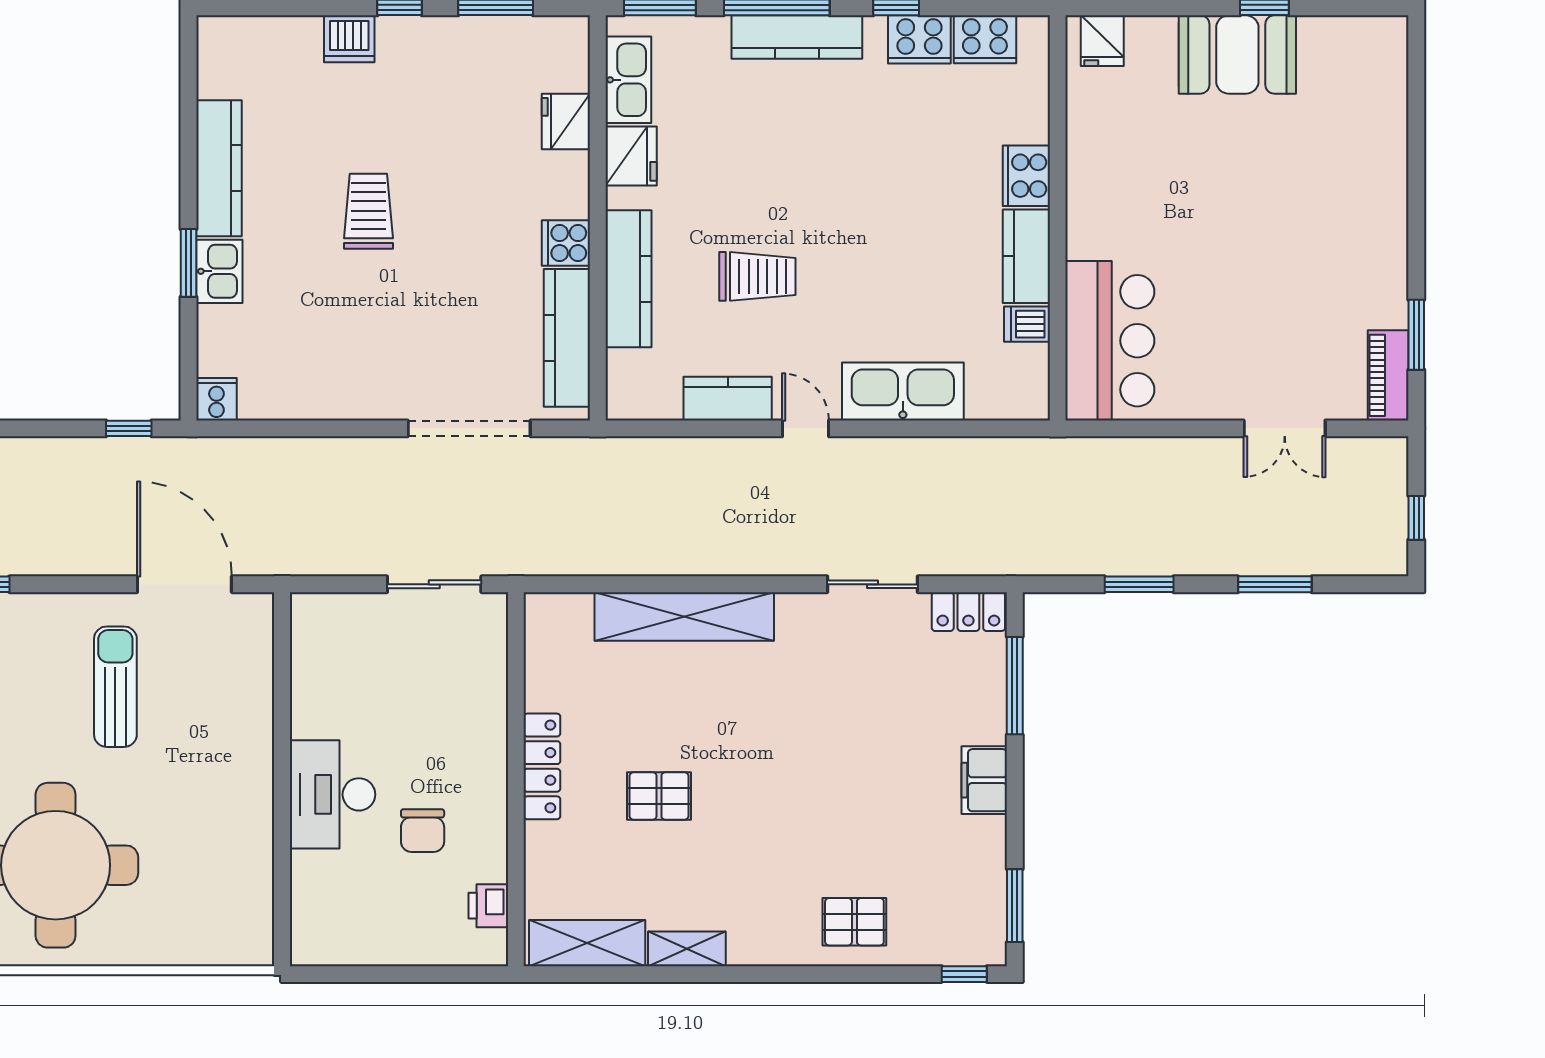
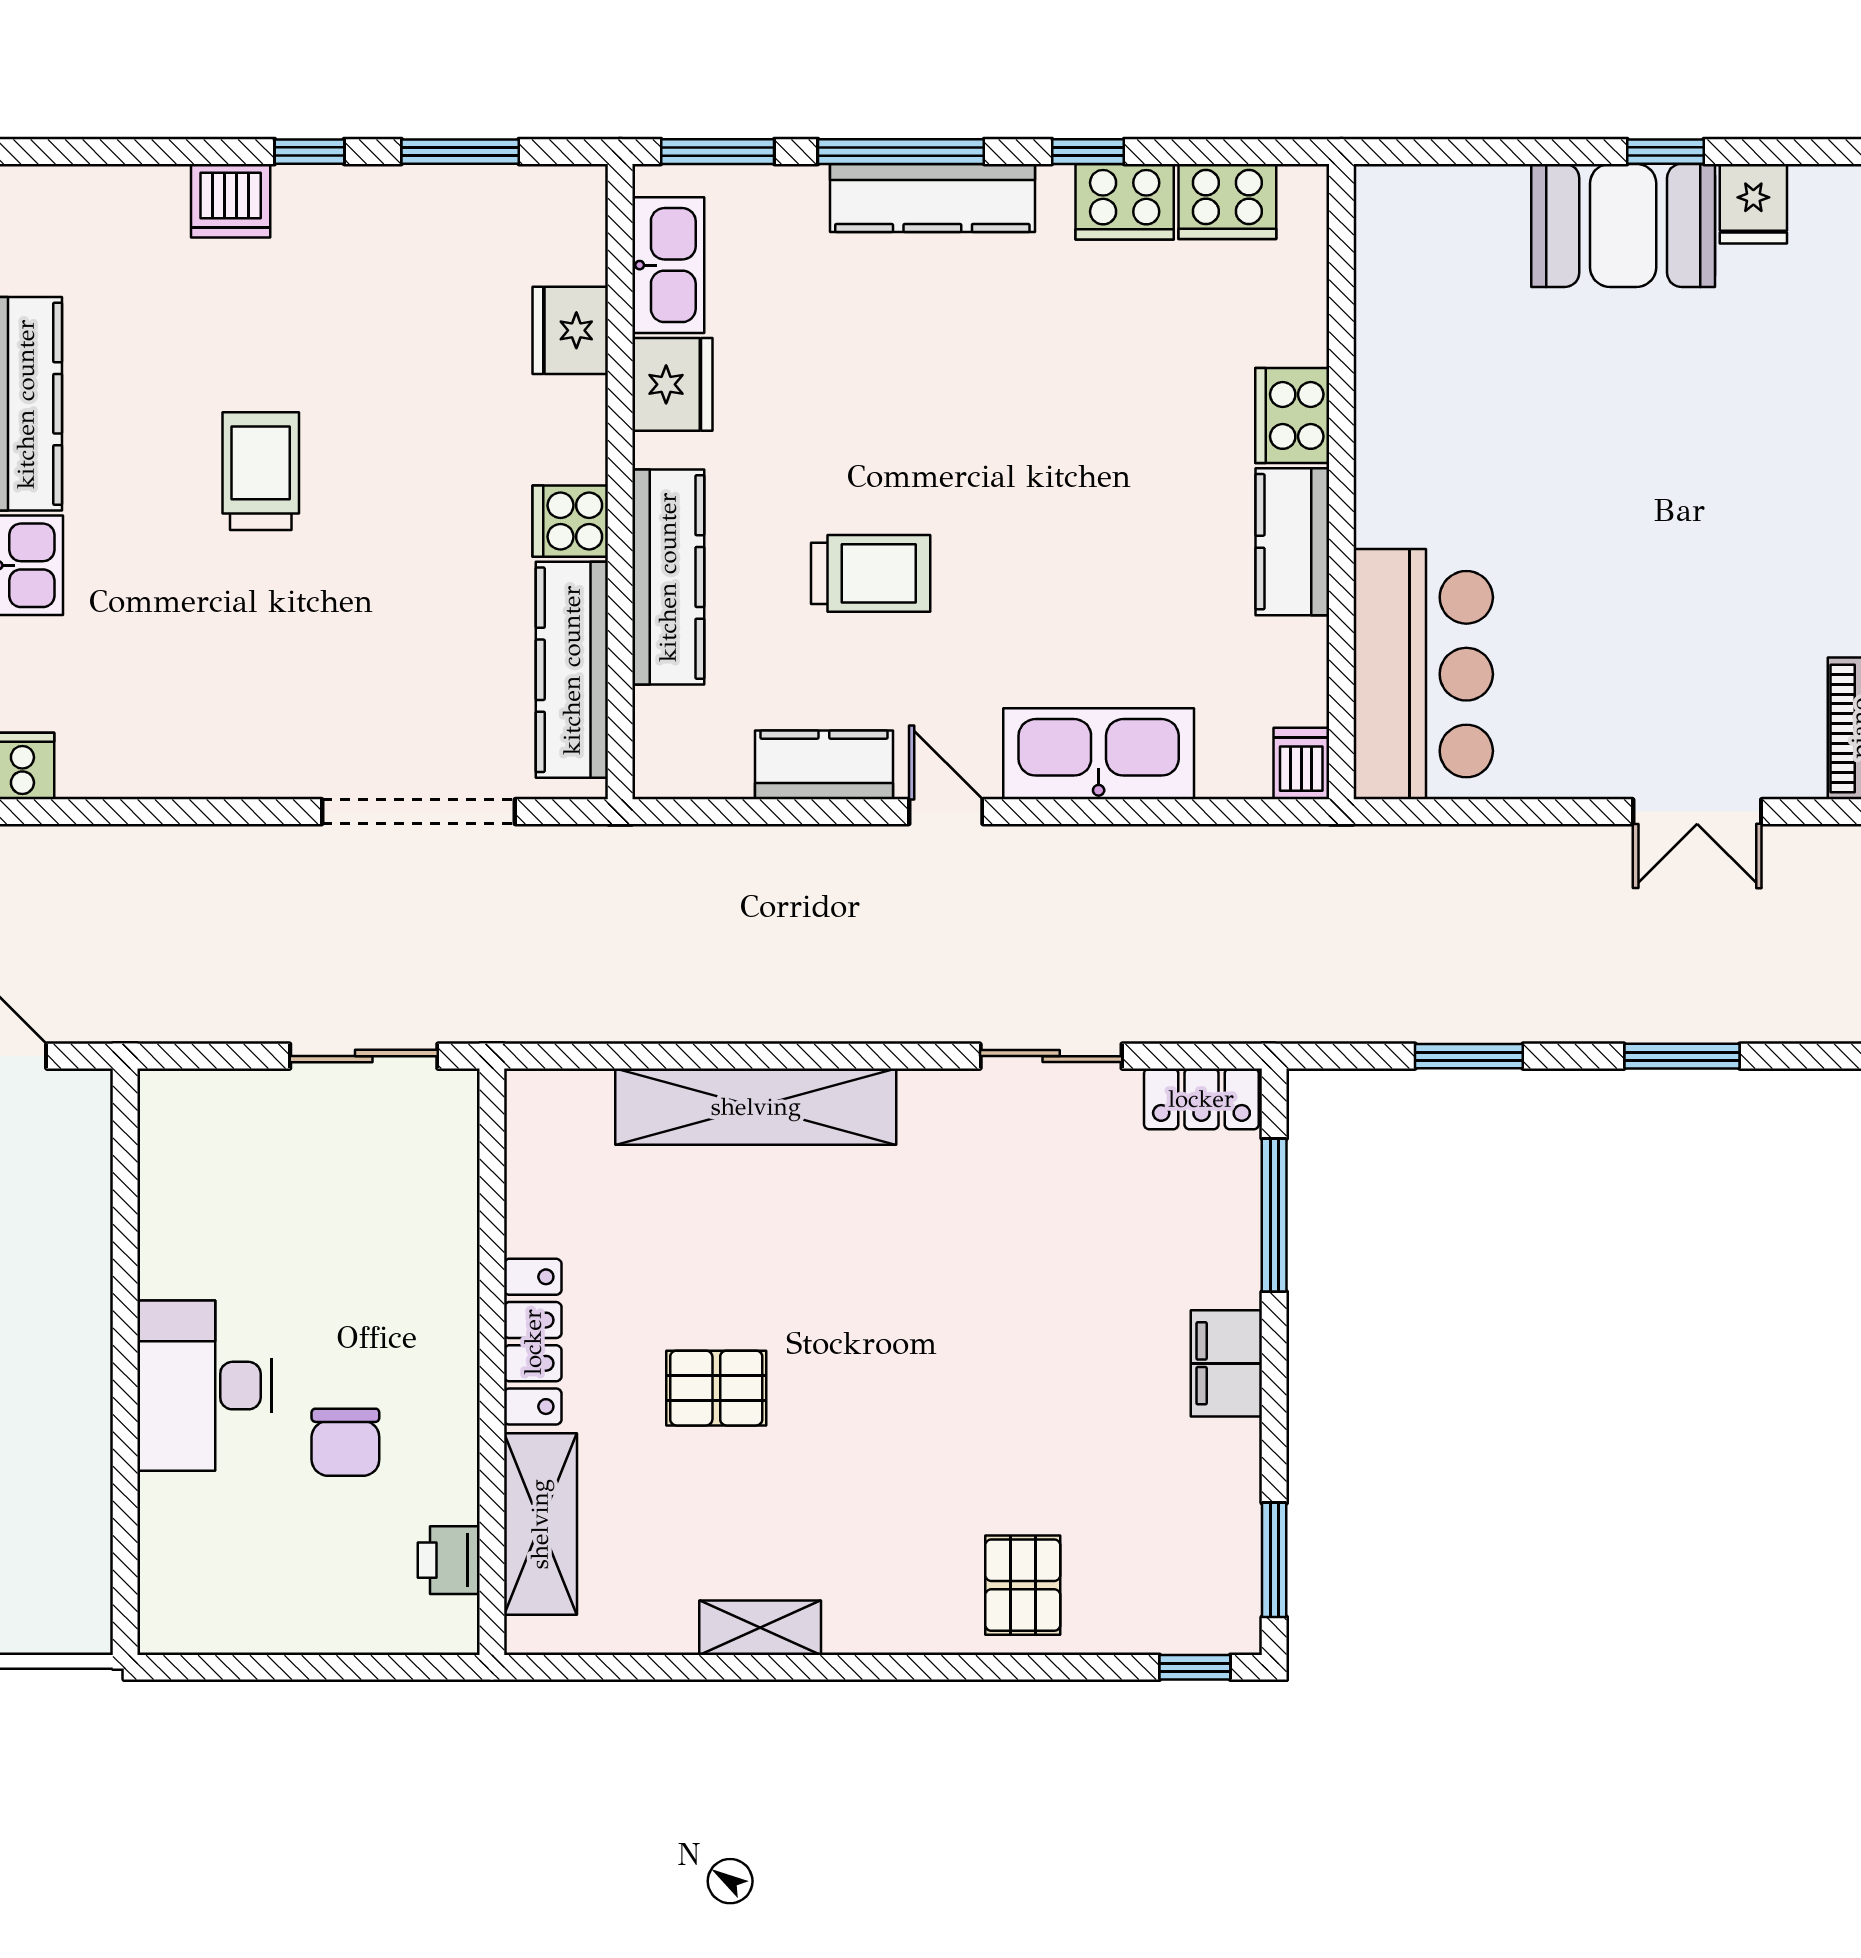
fridge: (1102, 41) -> (1753, 204), moved
dishwasher: (1027, 324) -> (1301, 764), moved, turned 90
pallet: (854, 922) -> (1023, 1585), turned 90
shelving: (587, 943) -> (540, 1524), moved, turned 90

